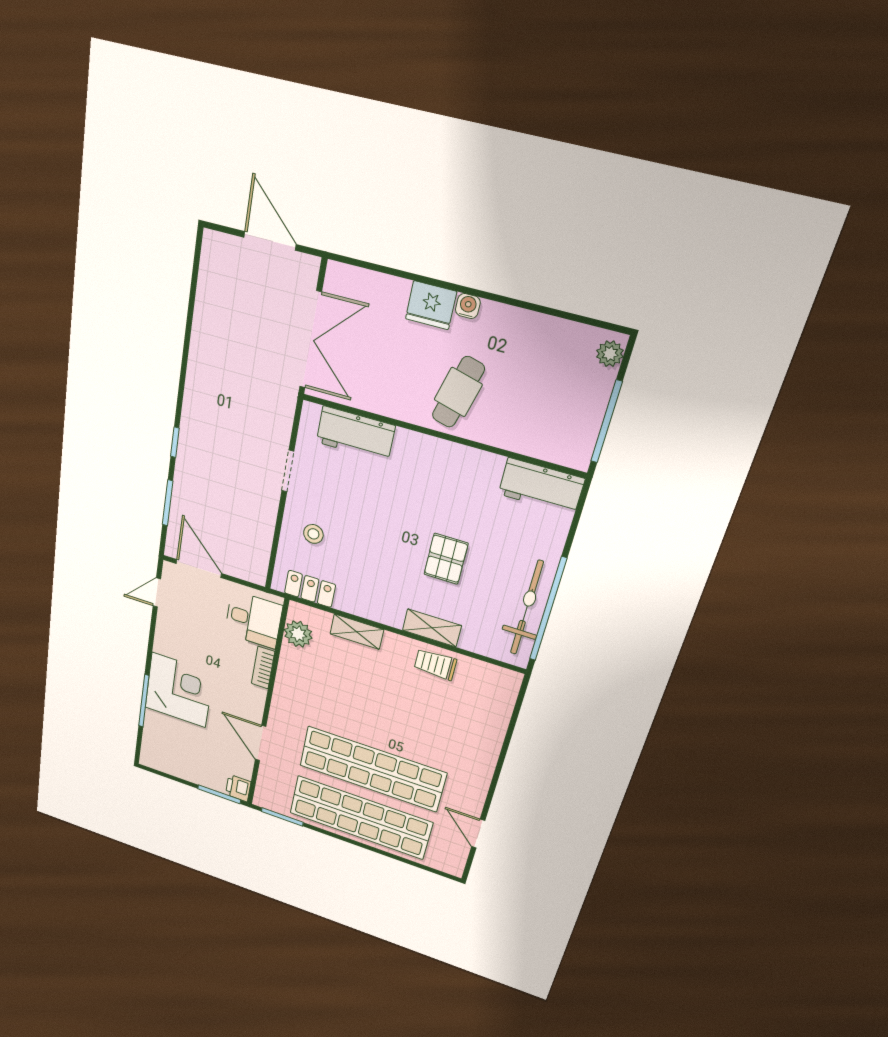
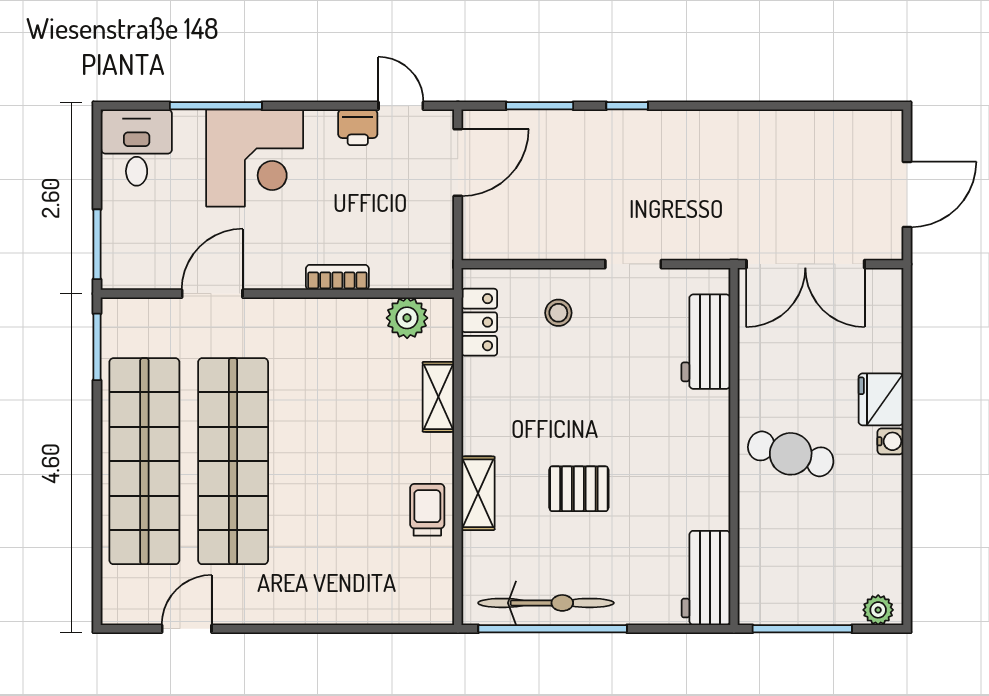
desk: (253, 620) -> (137, 148), moved, turned 180
printer: (238, 788) -> (358, 127), moved, turned 180

